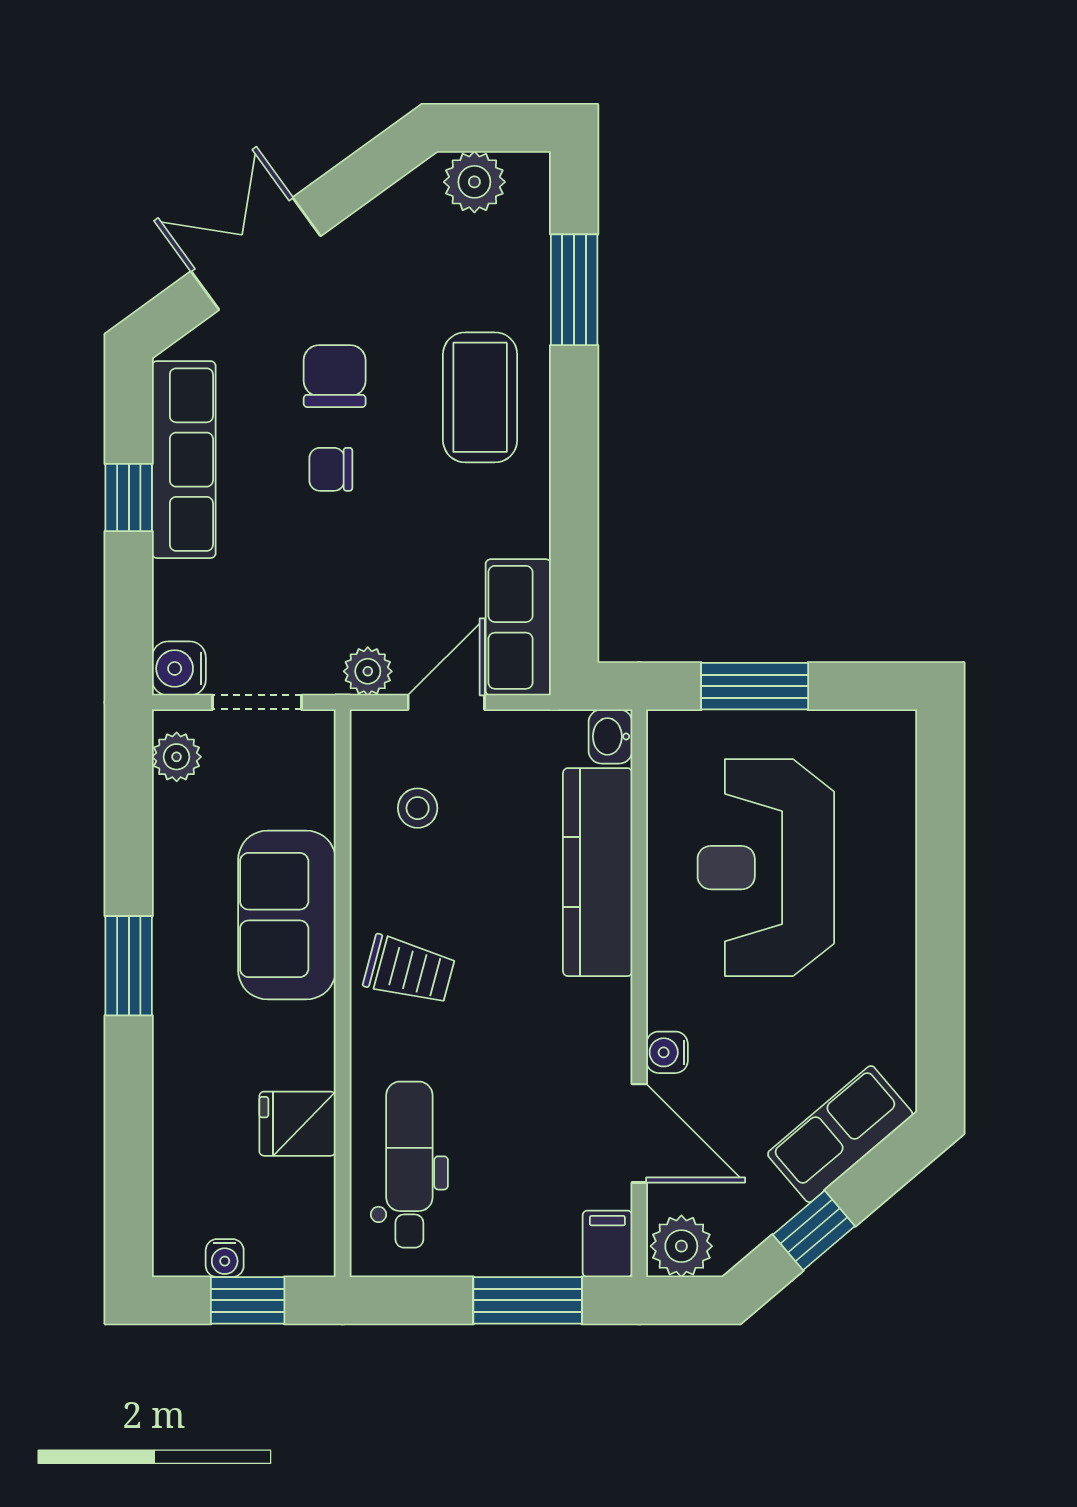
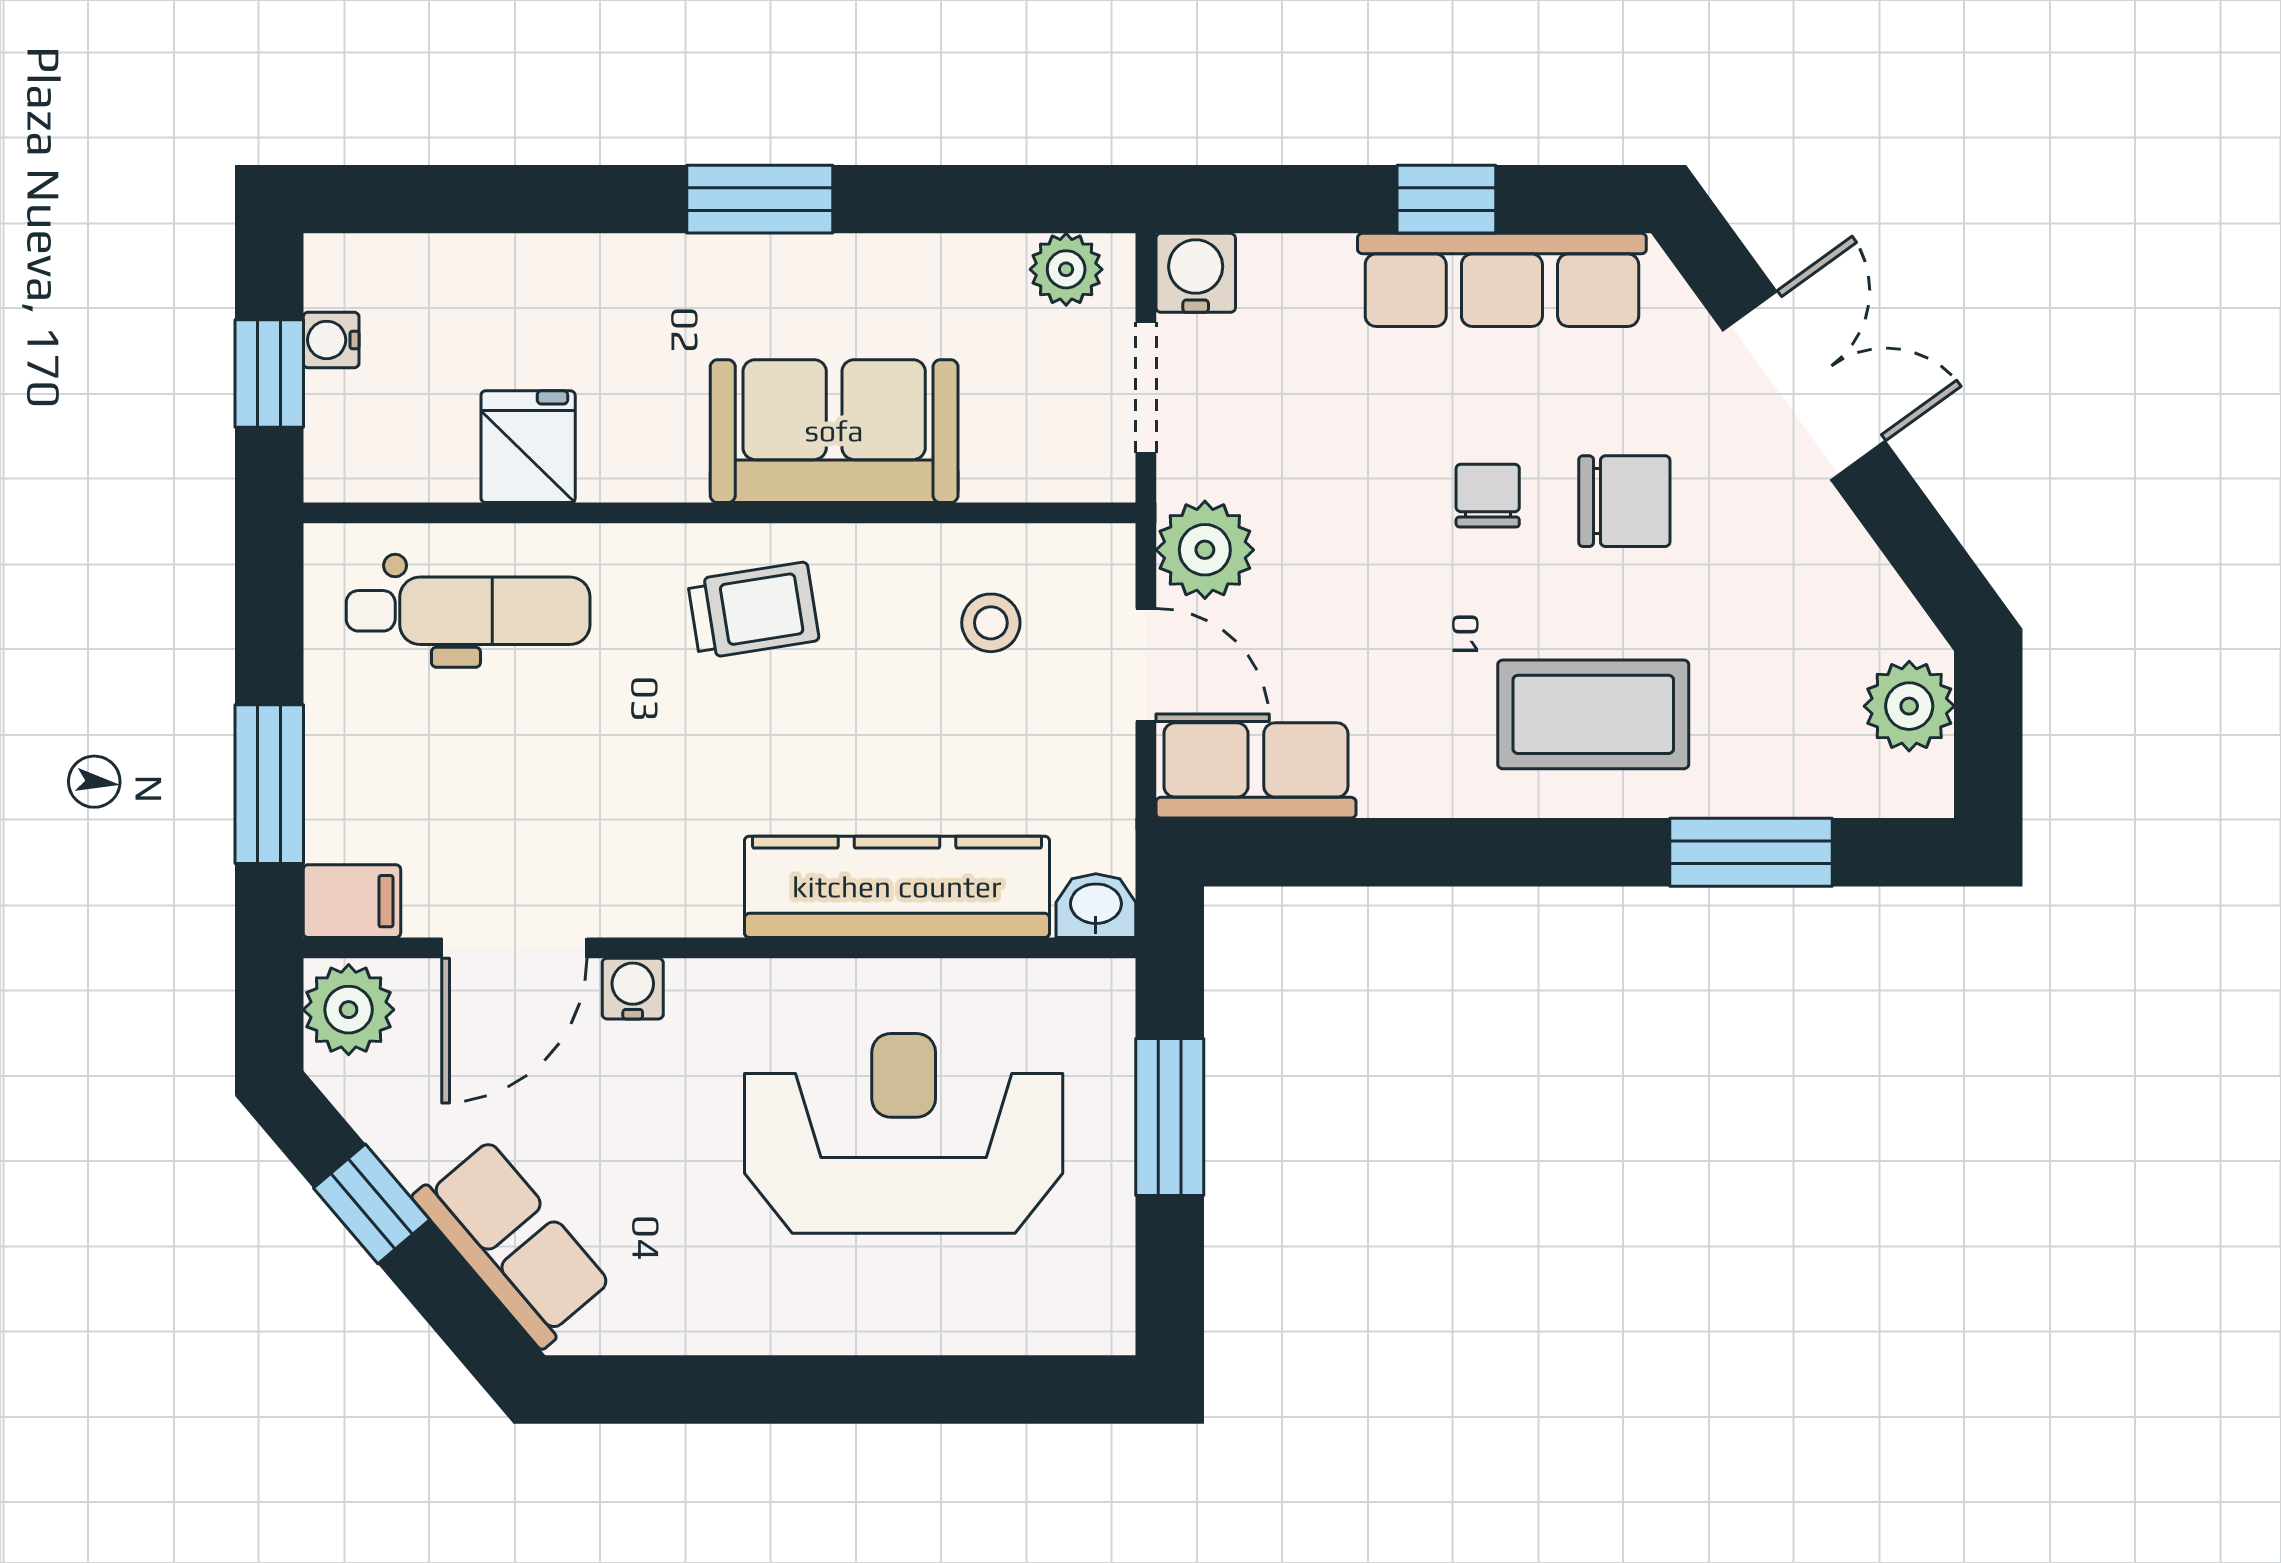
plant: (368, 671) -> (1205, 550), width x1.38, depth x1.38
trolley: (409, 970) -> (753, 610), turned -114

